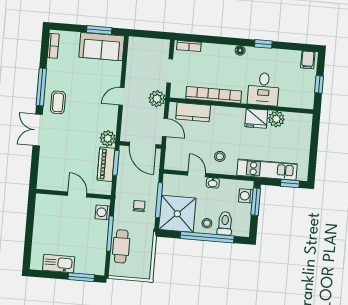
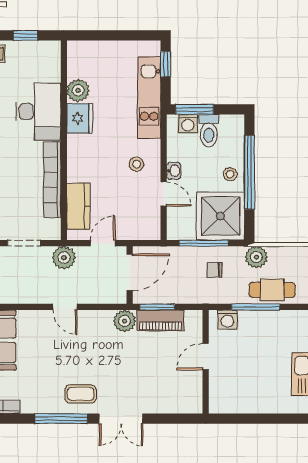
desk: (264, 89) -> (38, 112), width x1.37
door: (197, 174) -> (164, 194), swing flipped
toilet: (225, 223) -> (209, 131), moved, turned -90
plant: (146, 237) -> (256, 257), added

